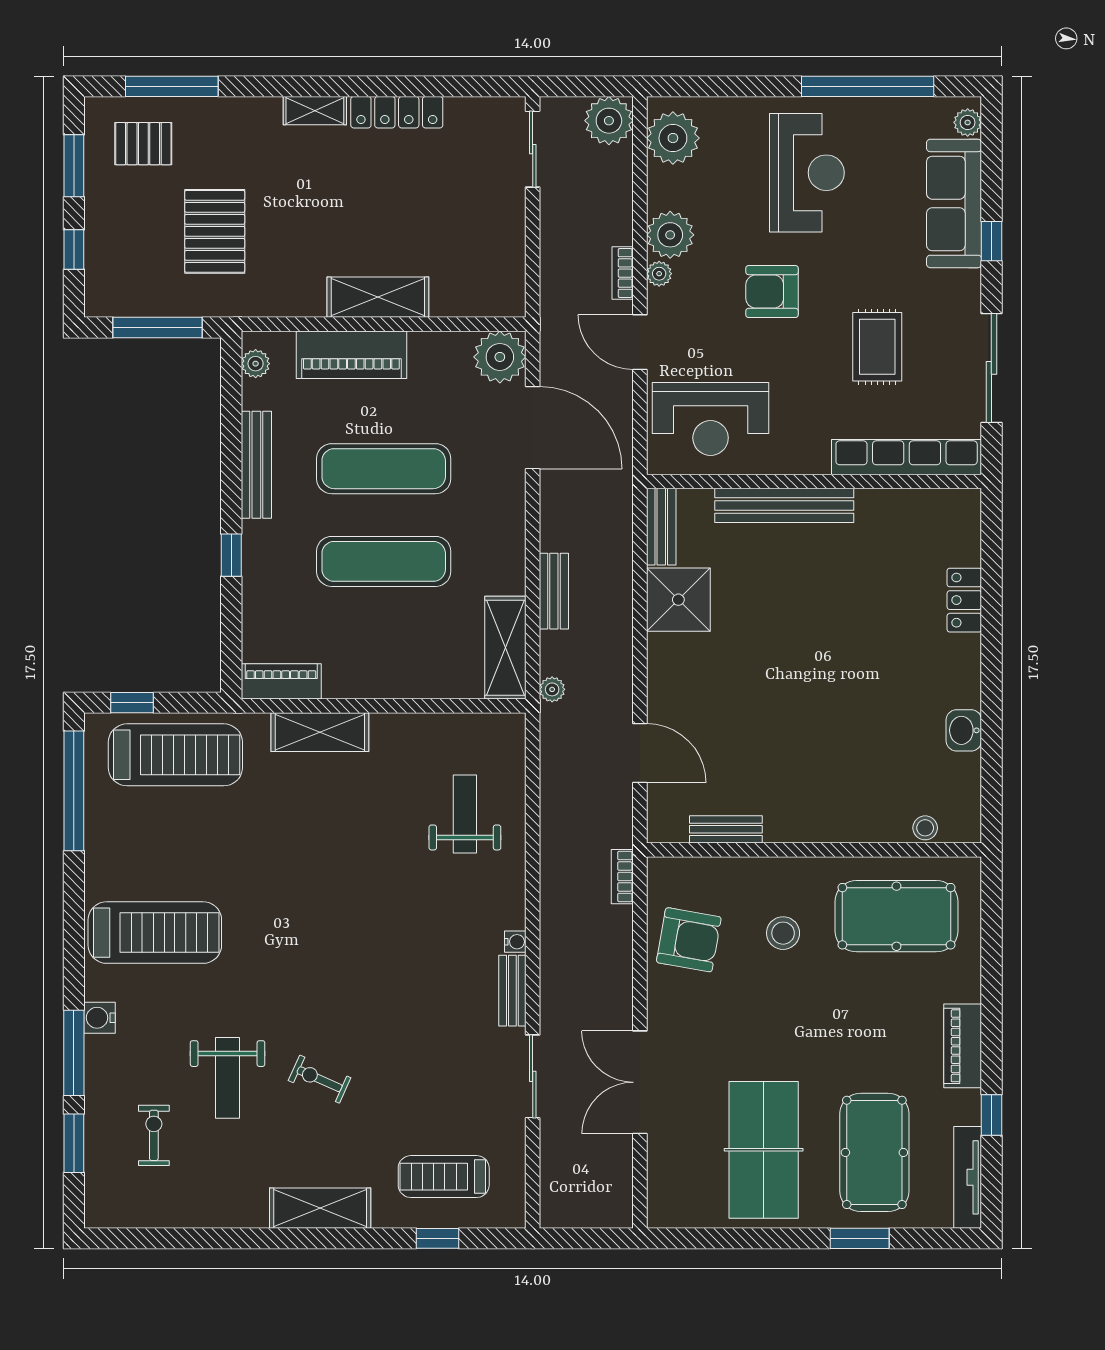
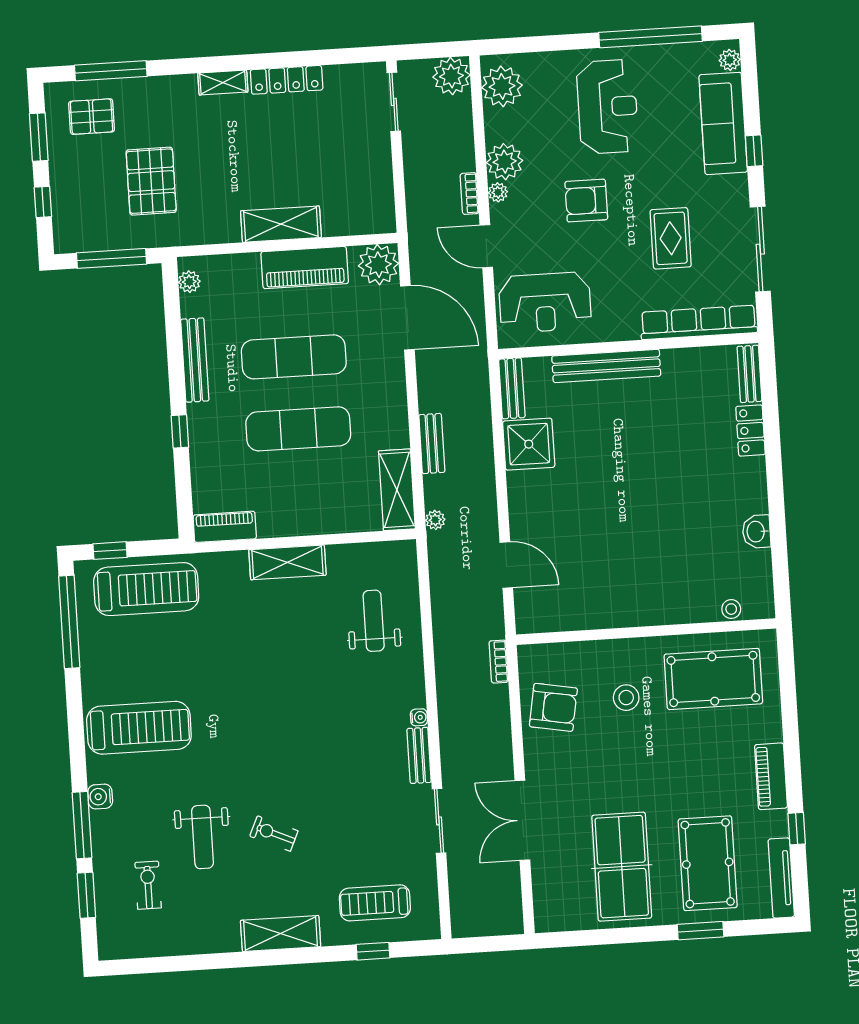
piano: (351, 355) -> (305, 268), moved
shelving: (320, 732) -> (287, 562), moved
bench: (726, 829) -> (749, 374), moved, turned 90

